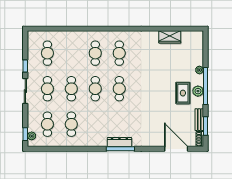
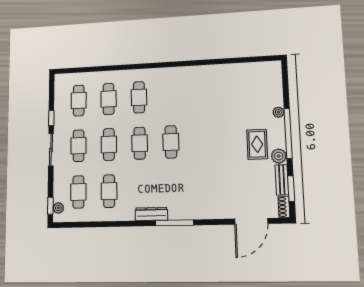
wardrobe: (170, 37) -> (236, 71), removed
cafe table: (119, 53) -> (109, 99), moved
plant: (198, 91) -> (279, 156), moved
dresser: (119, 142) -> (151, 214), moved
door: (176, 149) -> (251, 221), swing flipped

